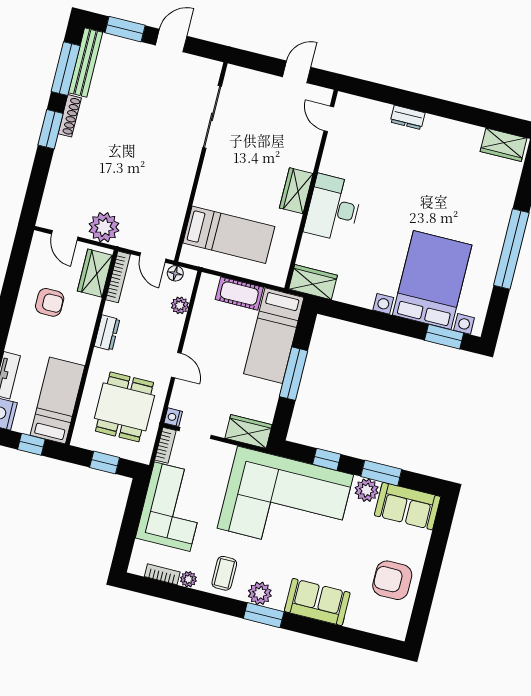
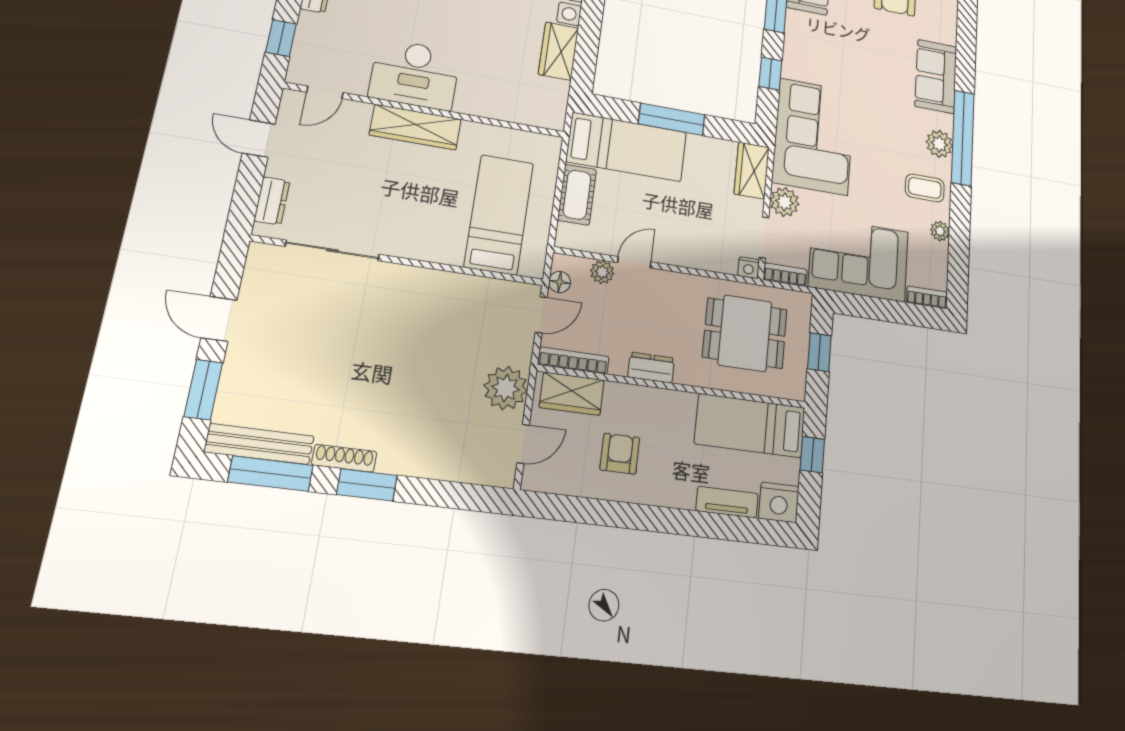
dresser: (251, 79) -> (272, 201), added
window: (372, 91) -> (281, 38), added
wardrobe: (296, 191) -> (415, 127), width x1.50
desk: (333, 208) -> (415, 74), moved
wardrobe: (313, 282) -> (558, 51), moved
door: (176, 365) -> (634, 262), moved
plant: (367, 490) -> (785, 202), moved
corner sofa: (285, 501) -> (814, 136), width x0.73, depth x0.74
bookcase: (162, 574) -> (927, 297), moved, turned 90
window: (264, 615) -> (963, 138), width x2.11

